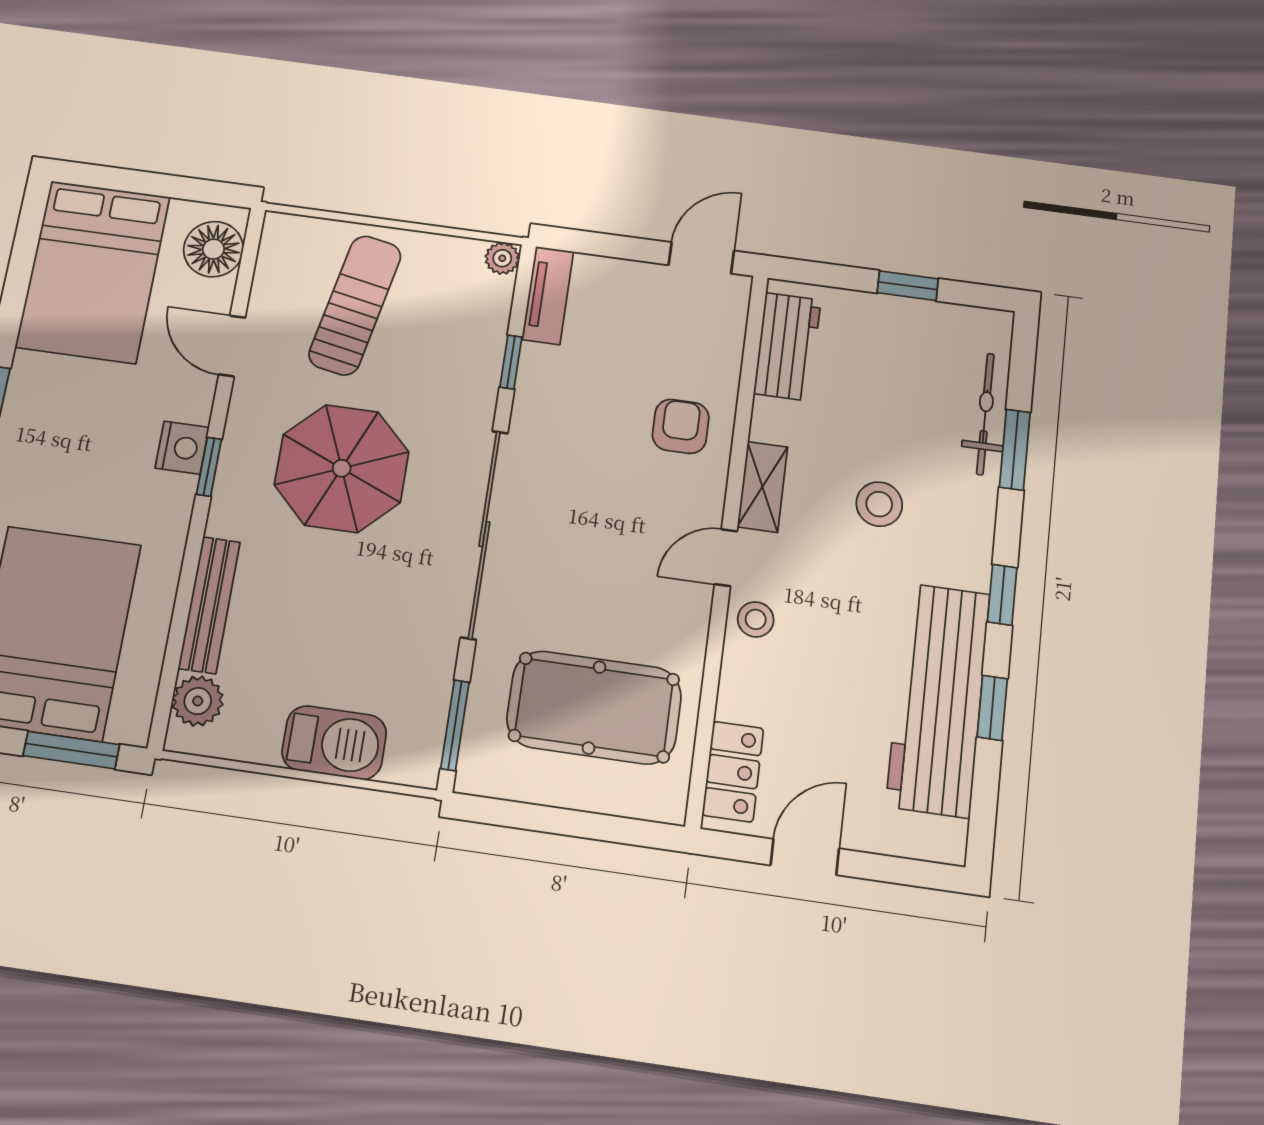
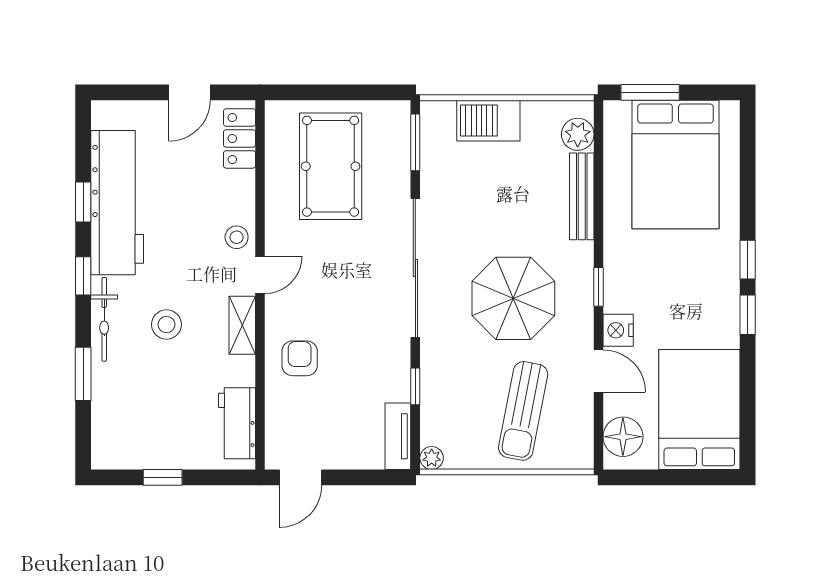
bicycle: (985, 414) -> (104, 319), moved
armchair: (681, 426) -> (300, 358), turned 180
nightstand: (182, 448) -> (618, 330), moved
pool table: (594, 707) -> (331, 166), turned 90

